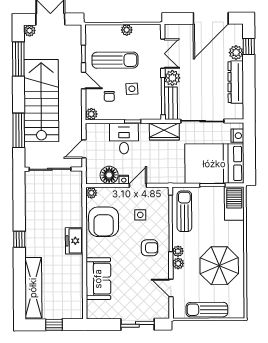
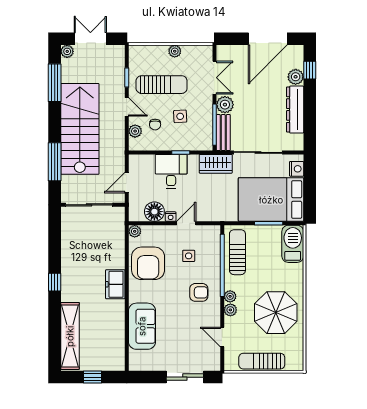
plant: (91, 114) -> (135, 131), moved

